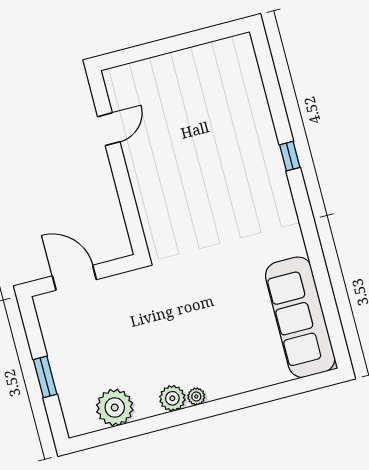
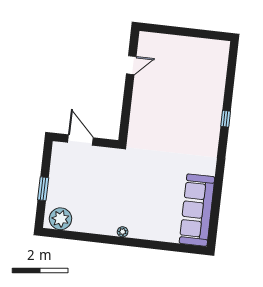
plant: (172, 398) -> (109, 228), removed
plant: (115, 407) -> (60, 219), moved

